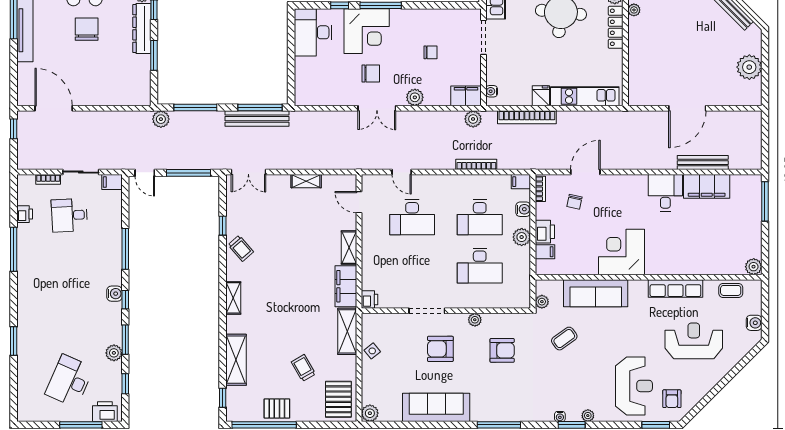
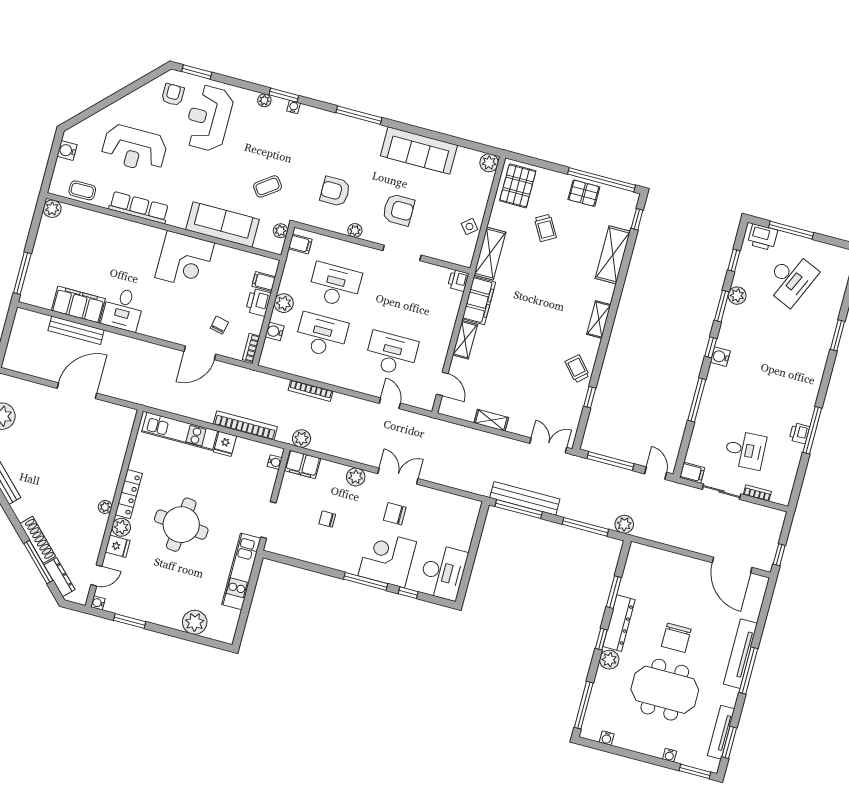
filing cabinet: (521, 182) -> (300, 244), moved
printer: (25, 214) -> (799, 433), moved

